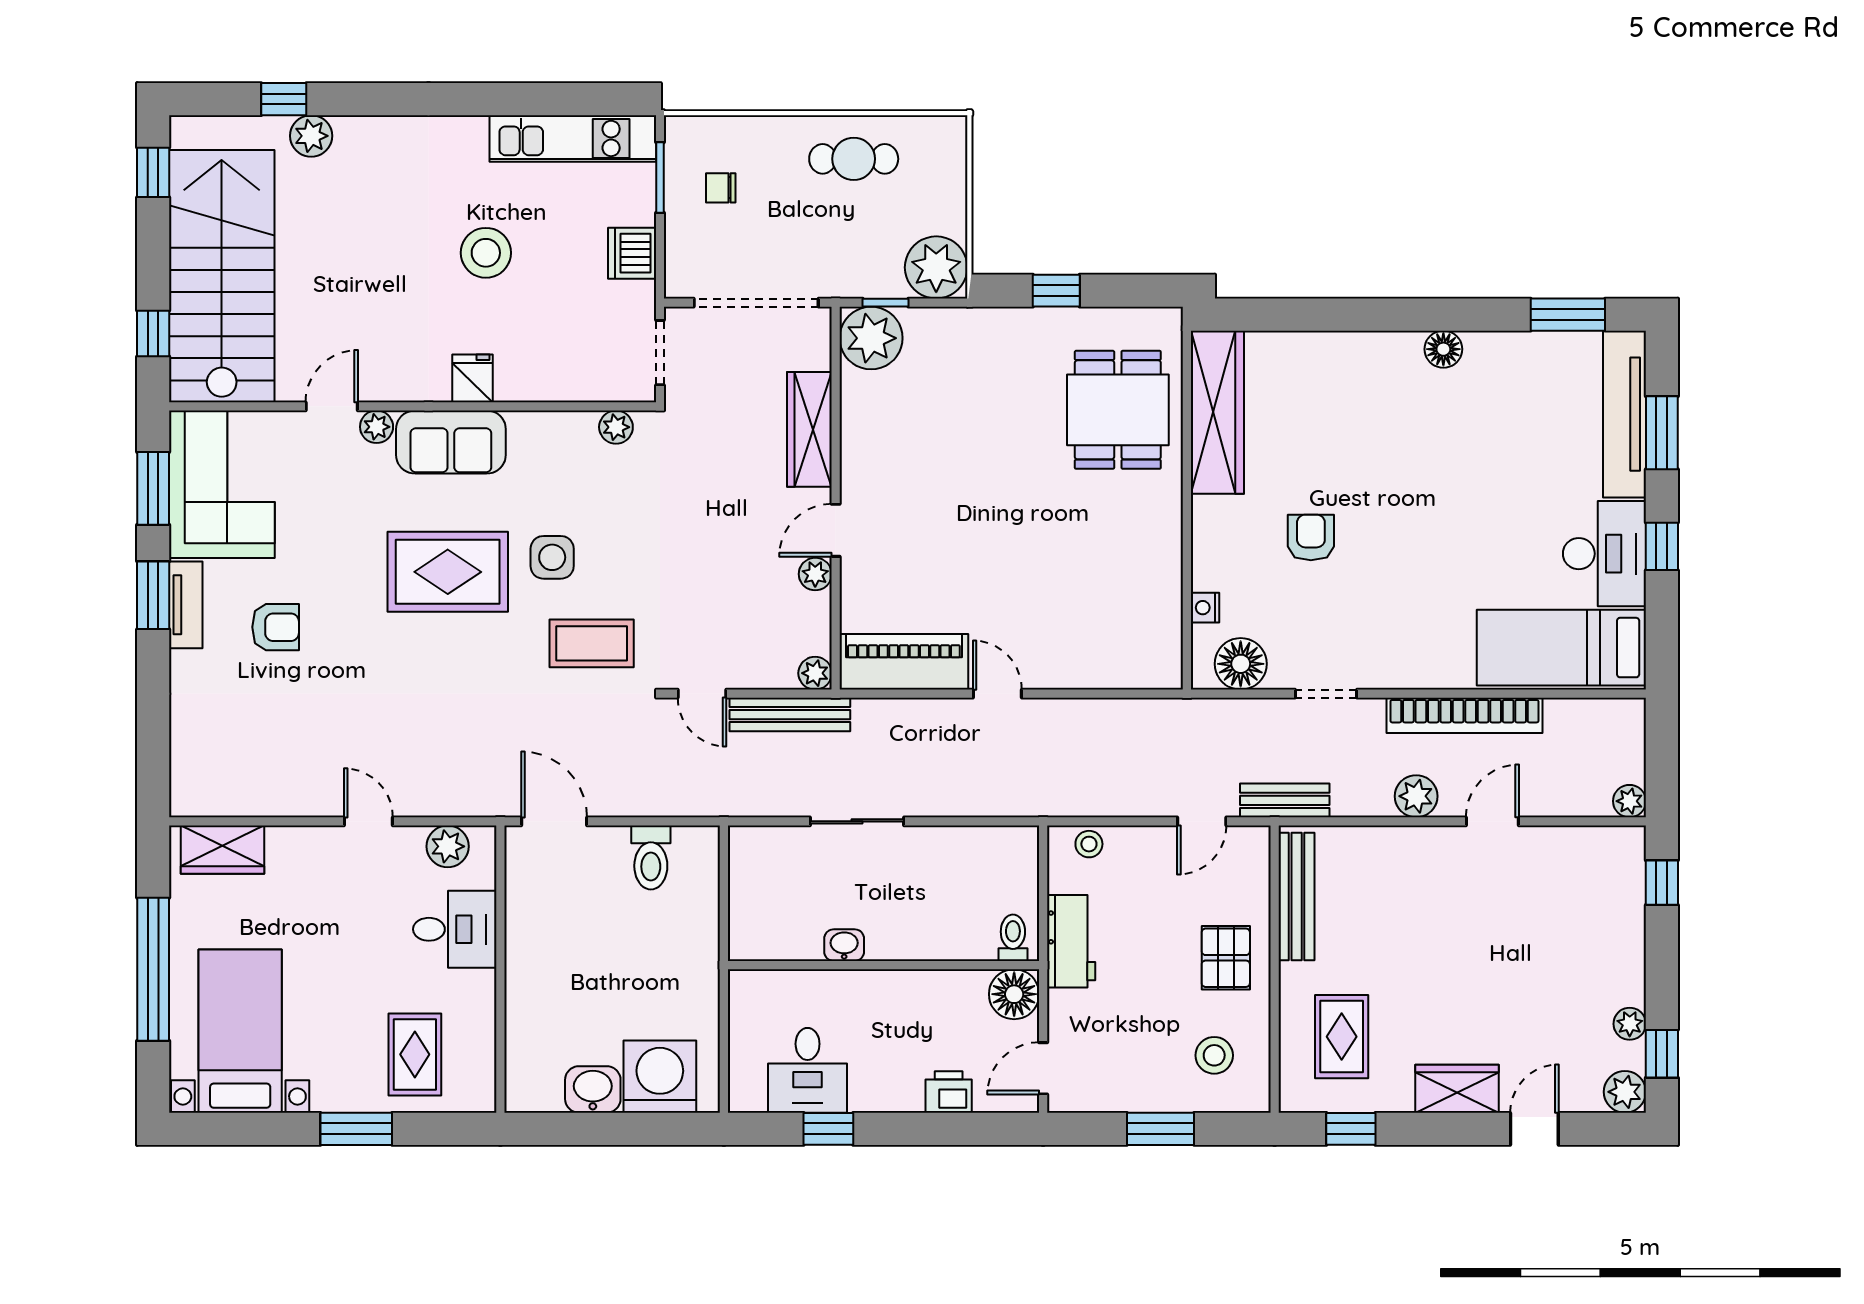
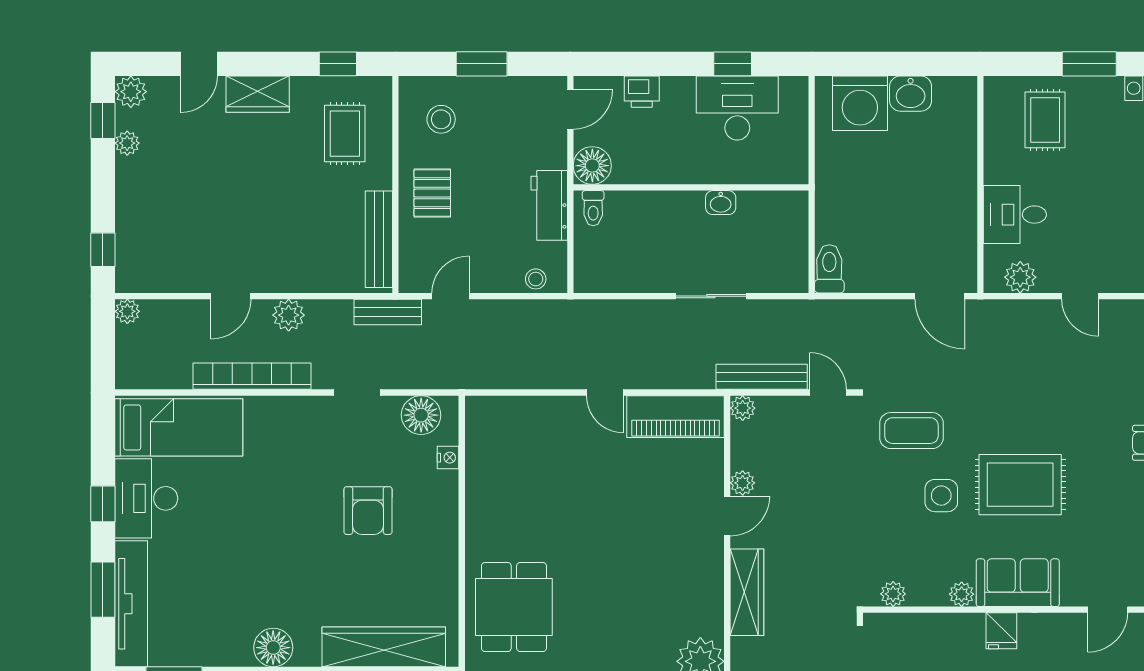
floor lamp: (1443, 349) -> (273, 648), width x1.38, depth x1.38
wardrobe: (1217, 412) -> (384, 647), moved, turned 90
plant: (377, 427) -> (962, 594), moved
armchair: (1311, 537) -> (368, 511), width x1.38, depth x1.38
toilet: (651, 858) -> (829, 269), moved
desk: (808, 1070) -> (737, 108), width x1.37

